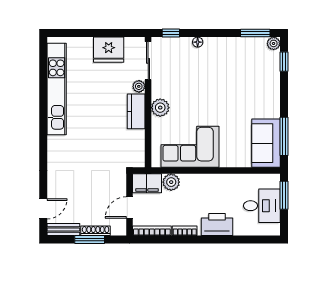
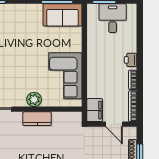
plant: (139, 86) -> (17, 117), removed
plant: (171, 182) -> (94, 91), removed
printer: (217, 224) -> (131, 60), width x0.53, depth x0.68

